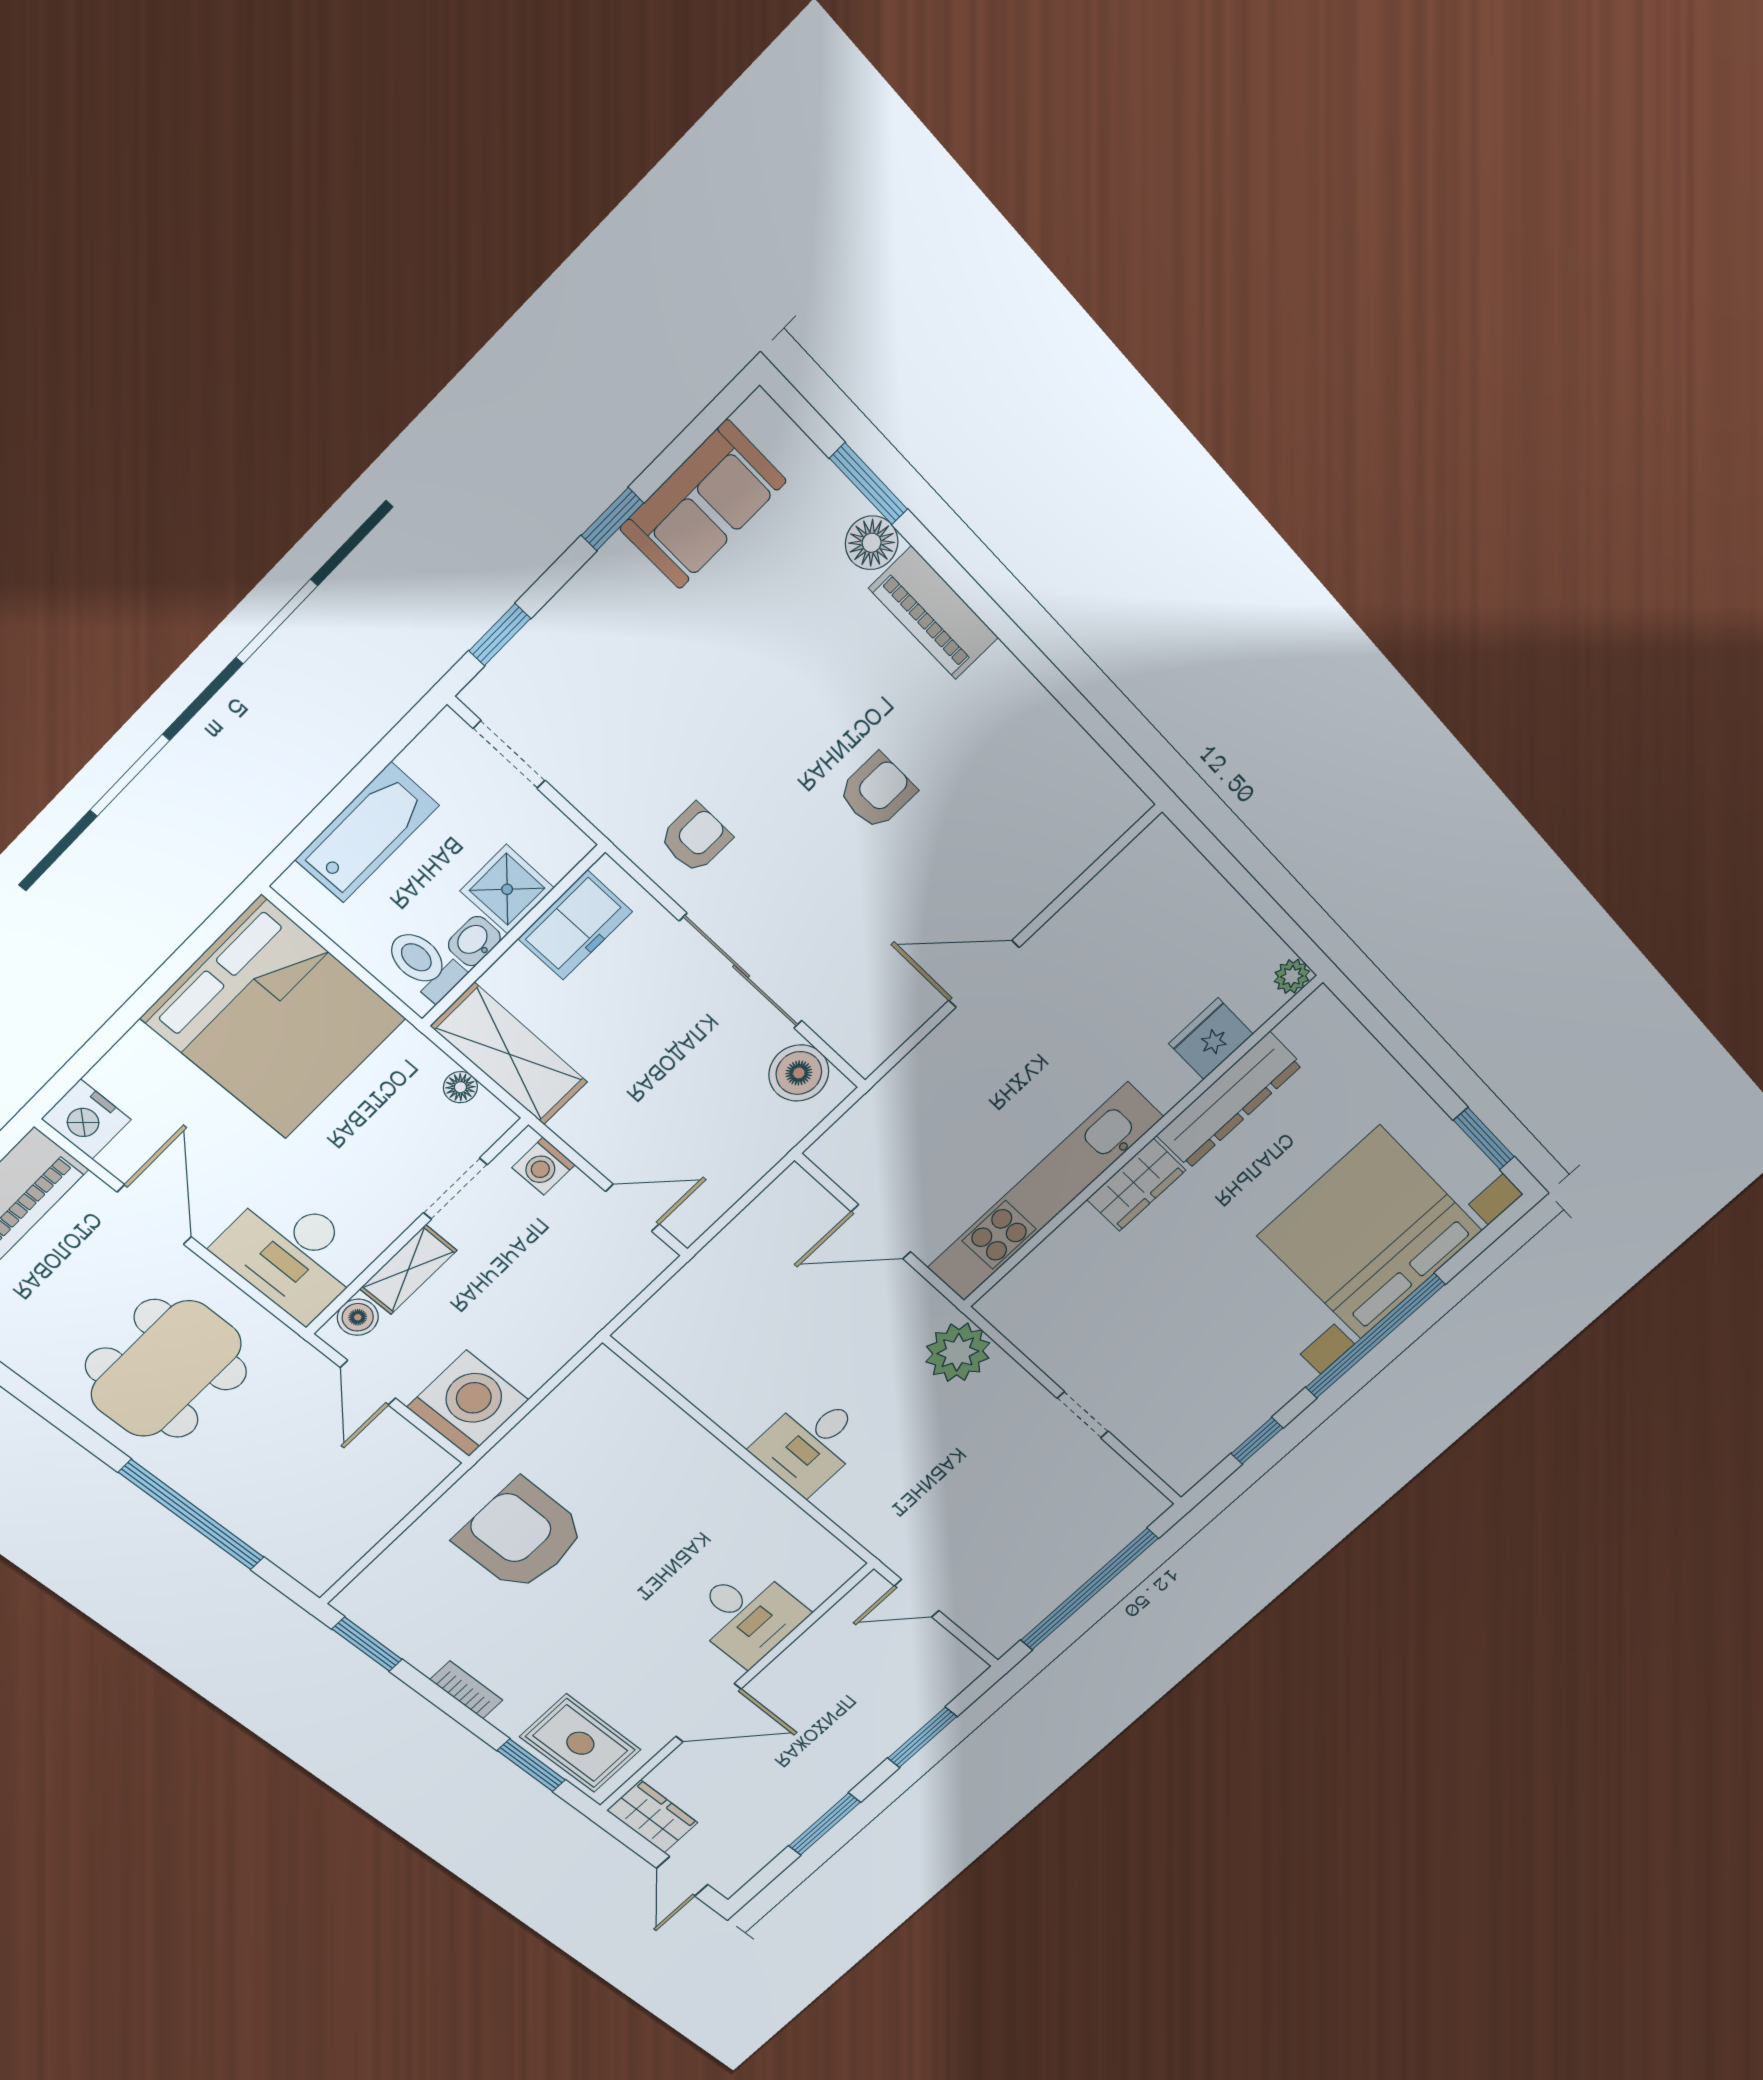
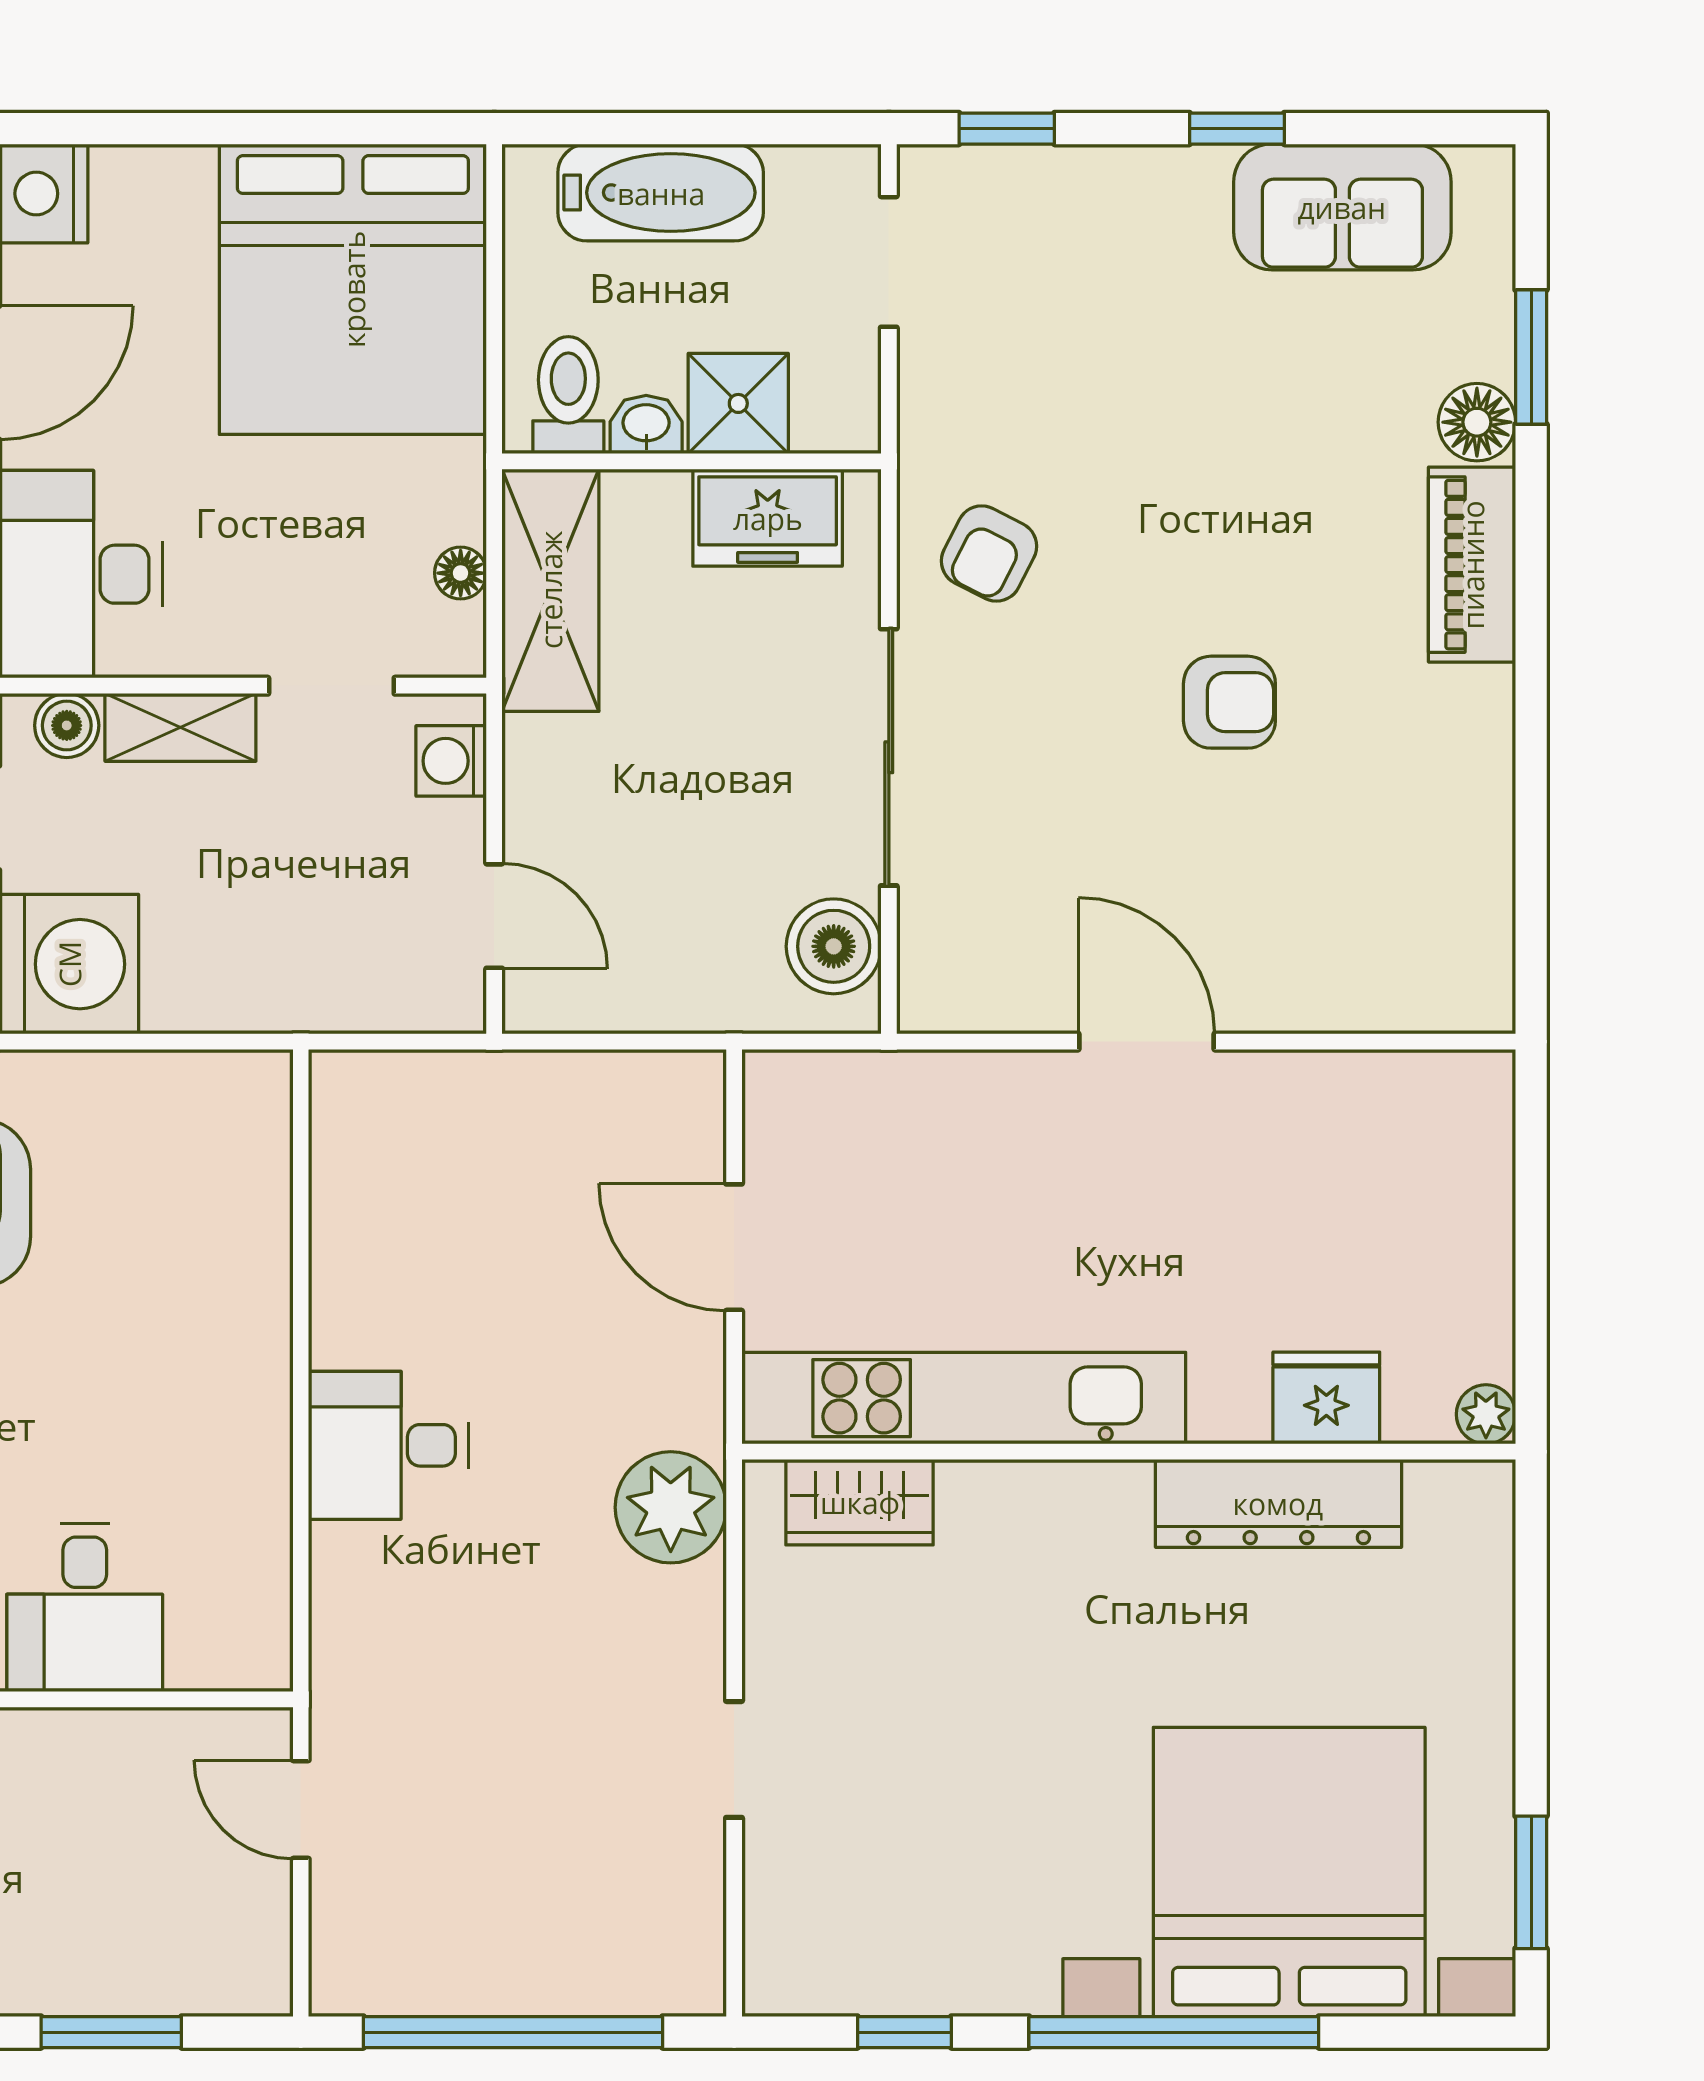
armchair: (696, 838) -> (989, 554), turned 117
wardrobe: (1136, 1185) -> (860, 1502), moved

